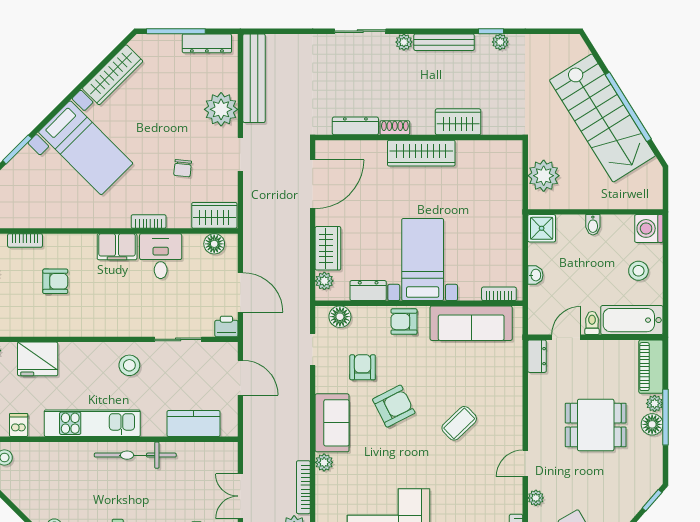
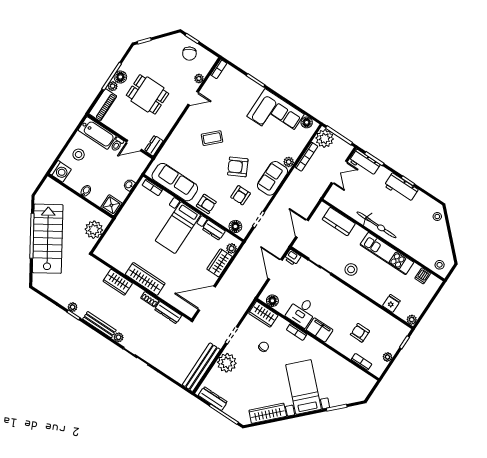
fridge: (38, 359) -> (391, 303), width x0.53, depth x0.75

